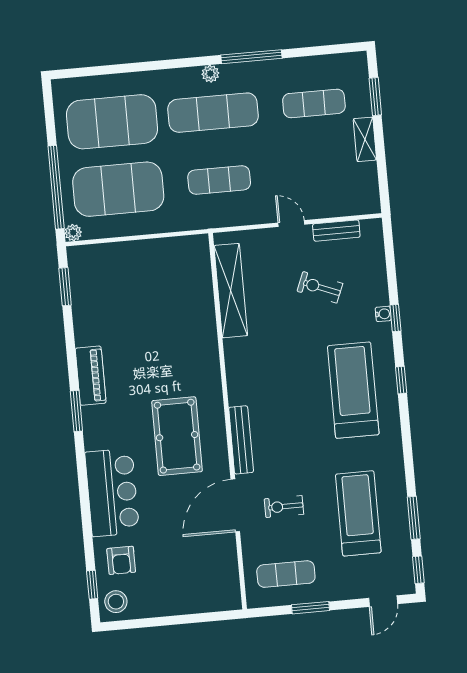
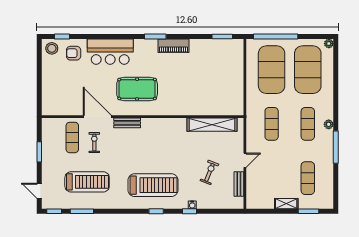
exercise mat: (213, 113) -> (308, 124), width x0.73, depth x0.69
plant: (73, 233) -> (329, 44), moved
bench: (241, 440) -> (127, 123), width x0.73
exercise mat: (286, 574) -> (72, 137), moved

